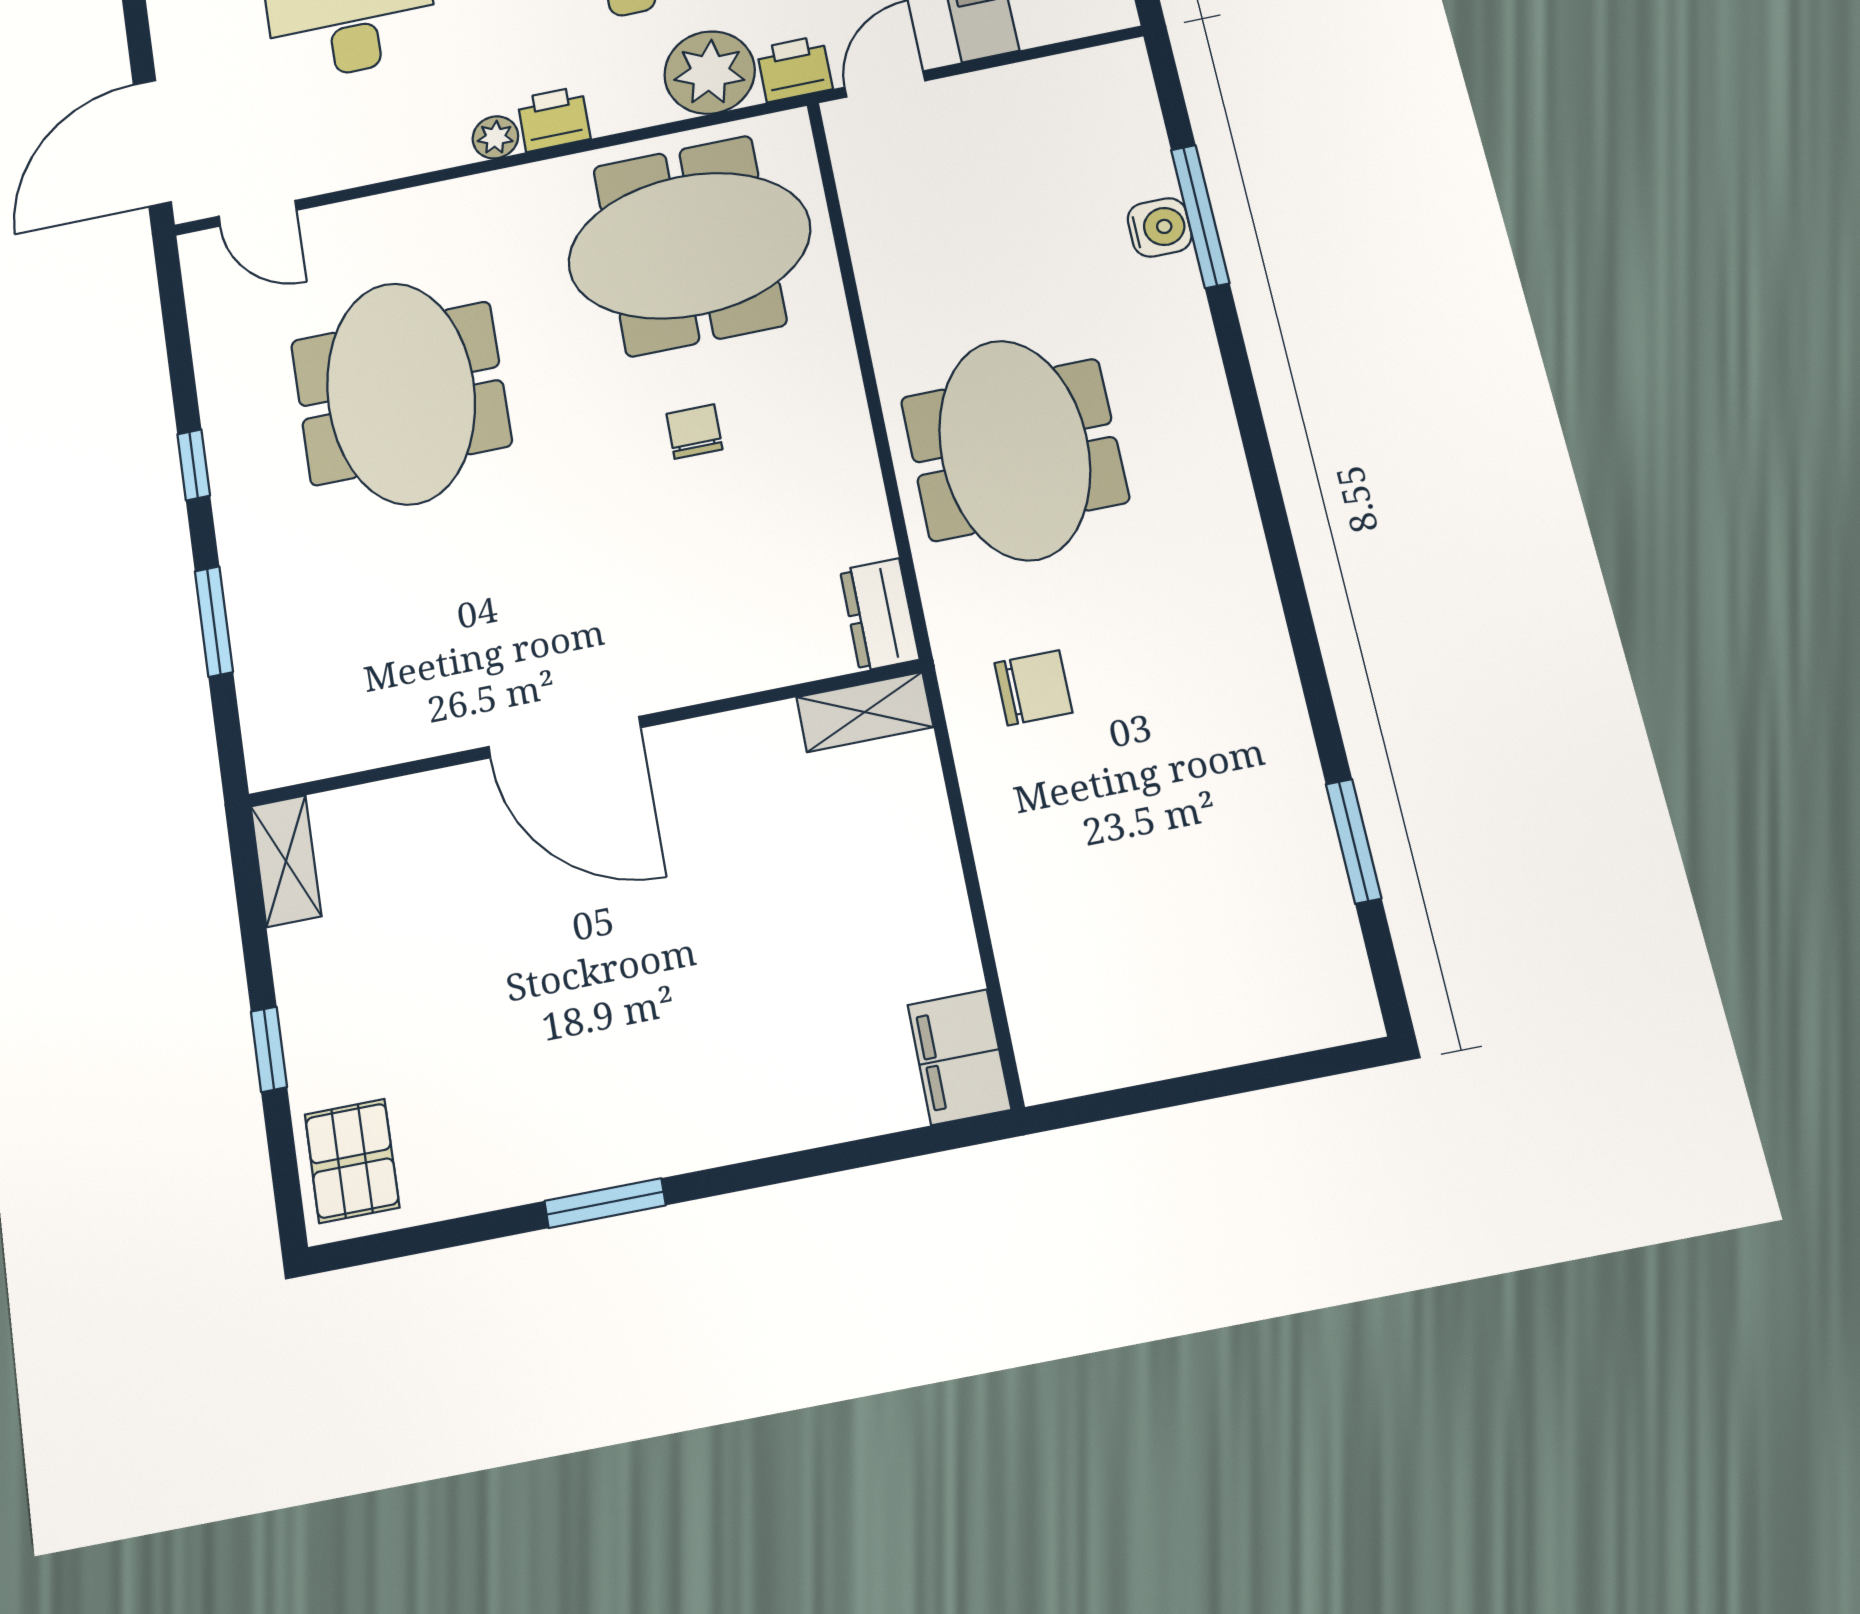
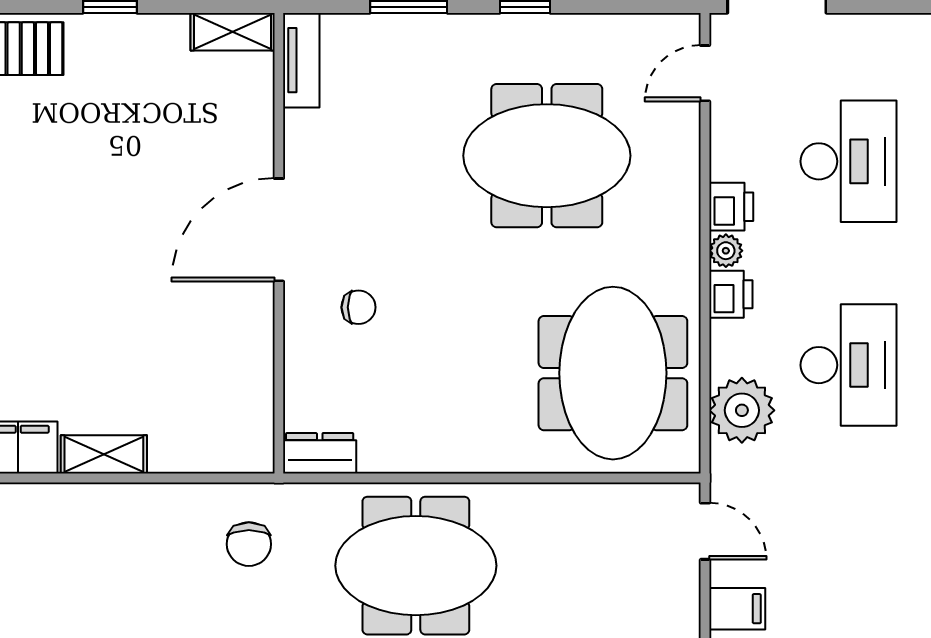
printer: (794, 69) -> (731, 207), moved
chair: (694, 432) -> (359, 307), moved
shelving: (865, 712) -> (104, 454), moved, turned 90
tv unit: (314, 755) -> (301, 60), added

